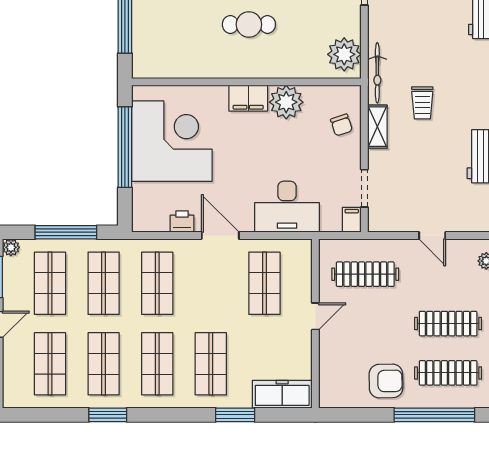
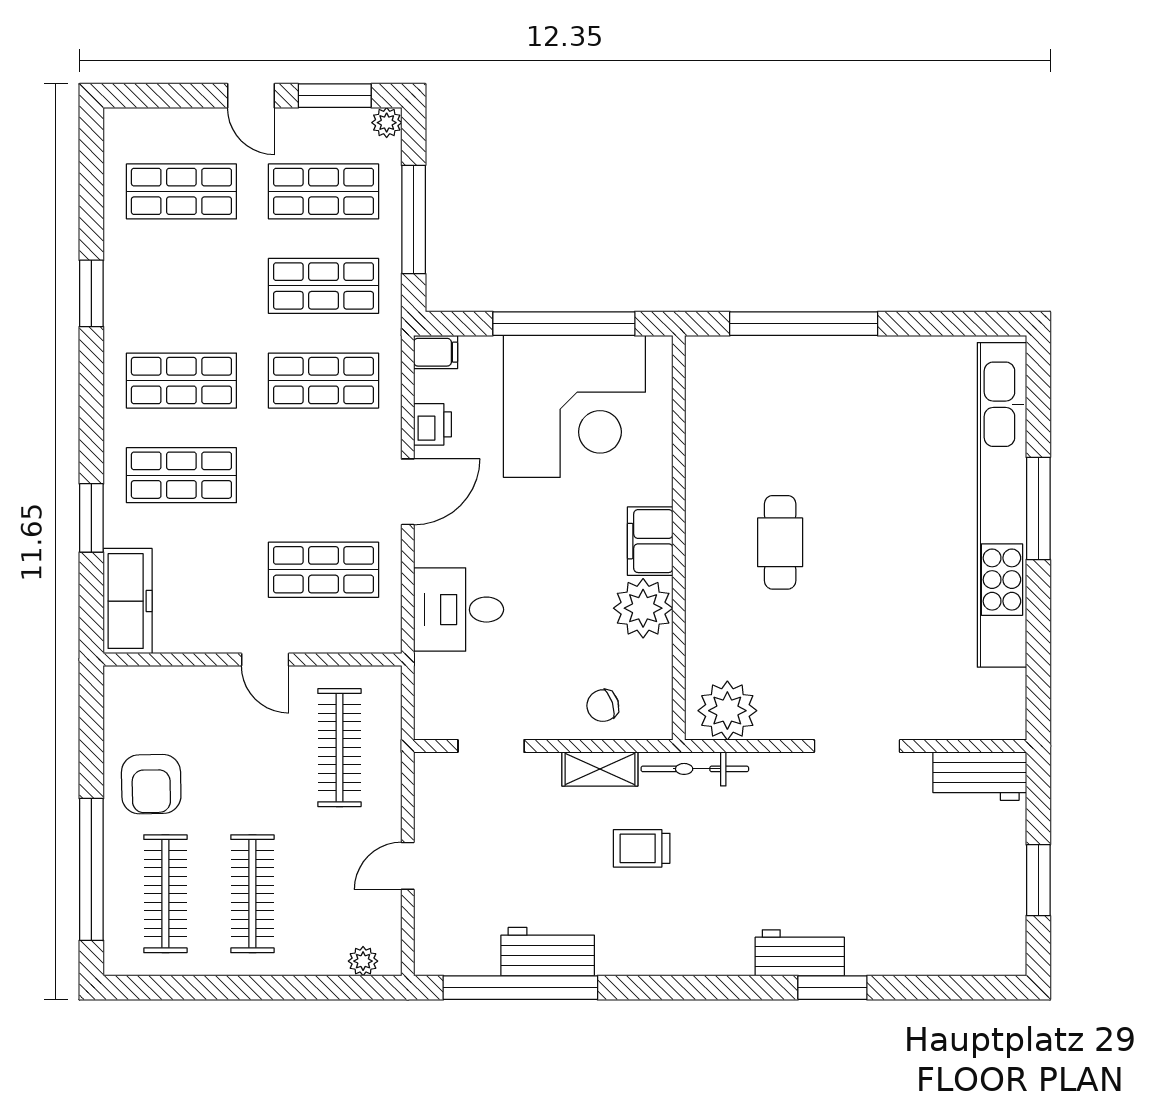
desk: (287, 207) -> (459, 610), width x0.73
filing cabinet: (352, 220) -> (436, 352), moved
shop shelf: (104, 364) -> (181, 286), removed

